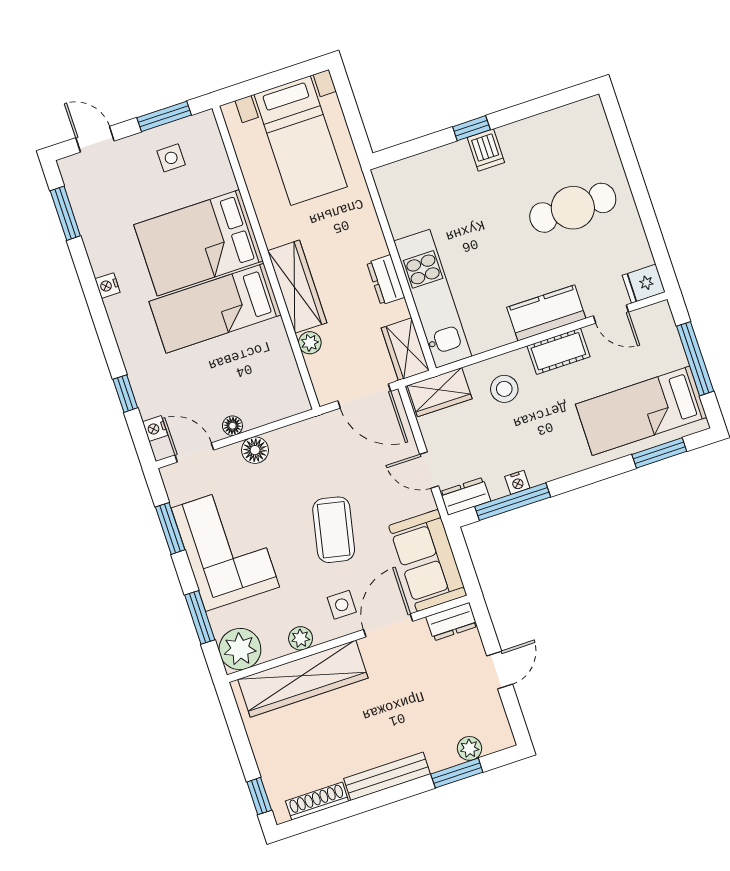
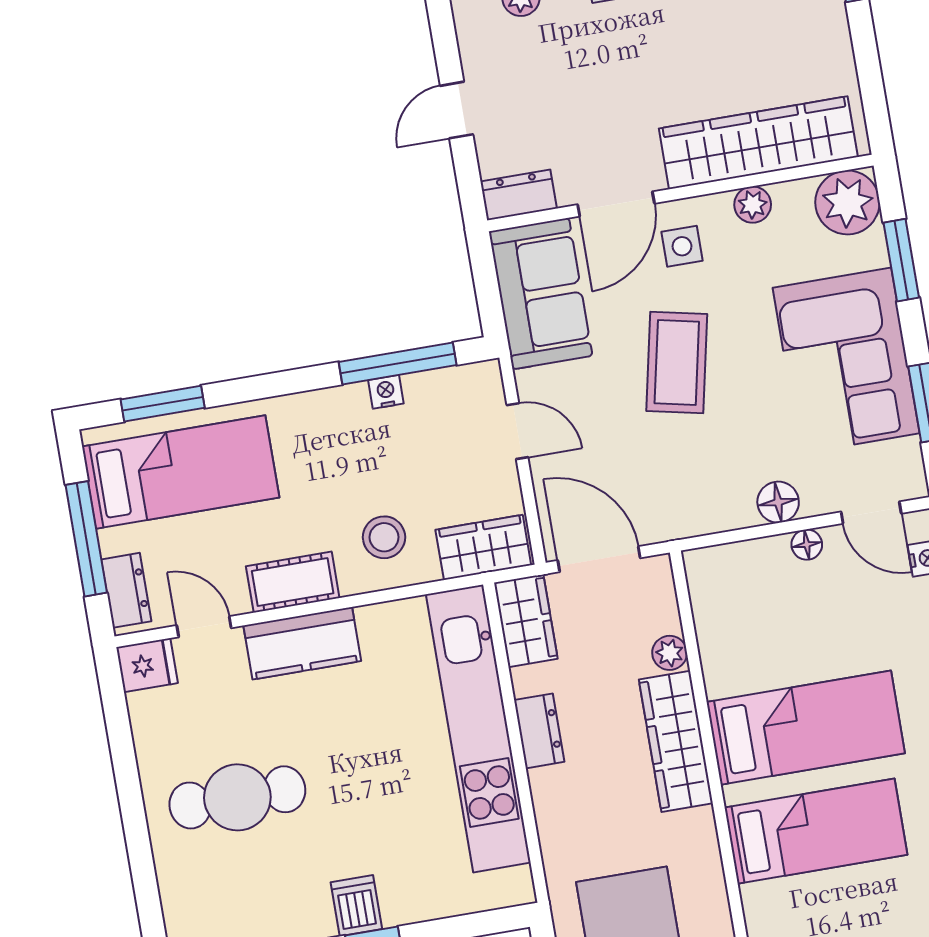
bed: (198, 243) -> (816, 831), width x0.67
kitchen unit: (433, 299) -> (478, 728), width x1.36
dresser: (465, 496) -> (126, 590), moved, turned -90

